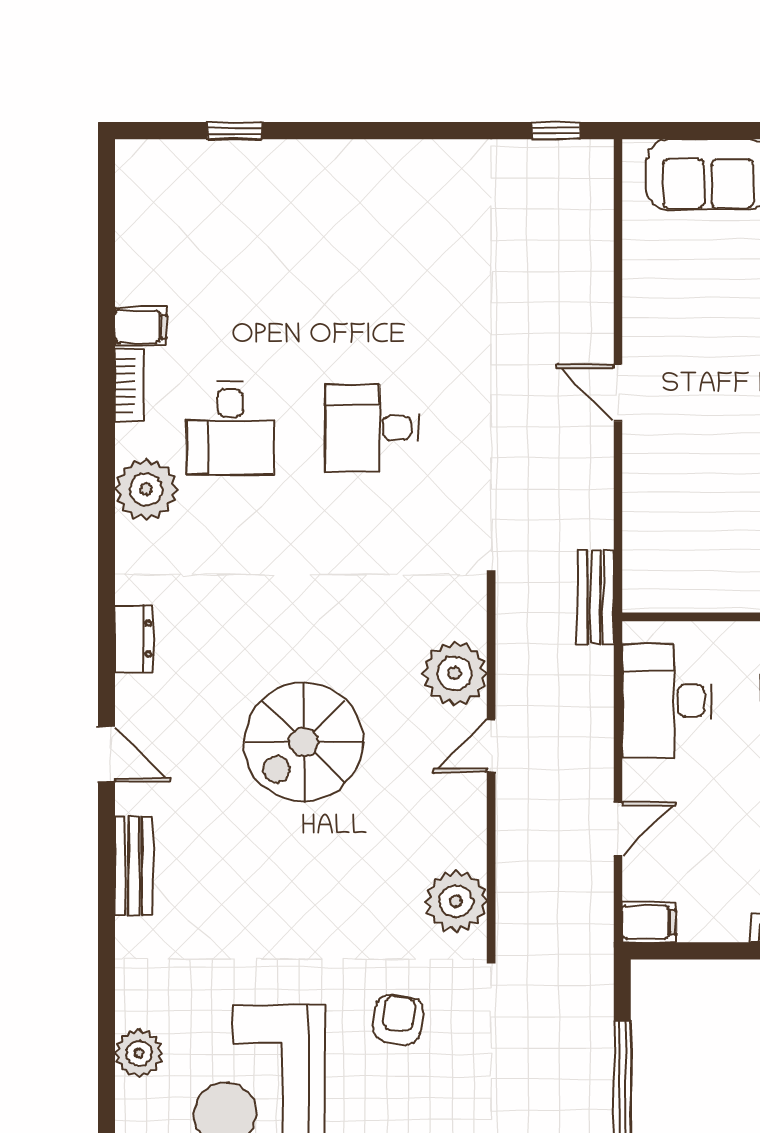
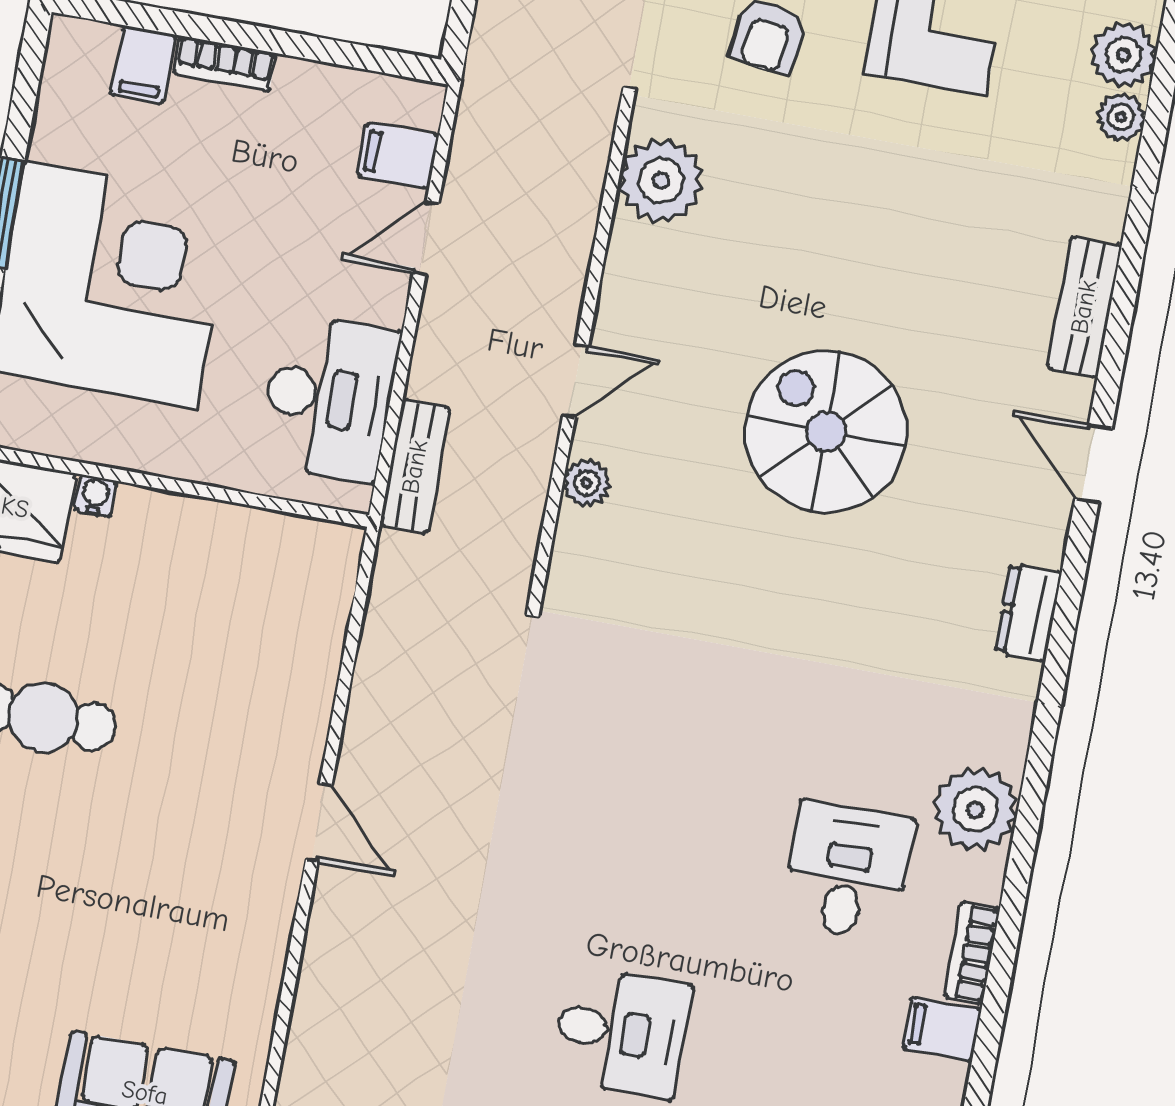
desk: (372, 428) -> (621, 1032), moved
bench: (596, 597) -> (415, 467), moved
plant: (455, 673) -> (587, 483), width x0.53, depth x0.53
spiral stairs: (304, 742) -> (826, 432), turned -90
filing cabinet: (649, 922) -> (398, 156), moved
plant: (133, 1008) -> (1121, 117), added

